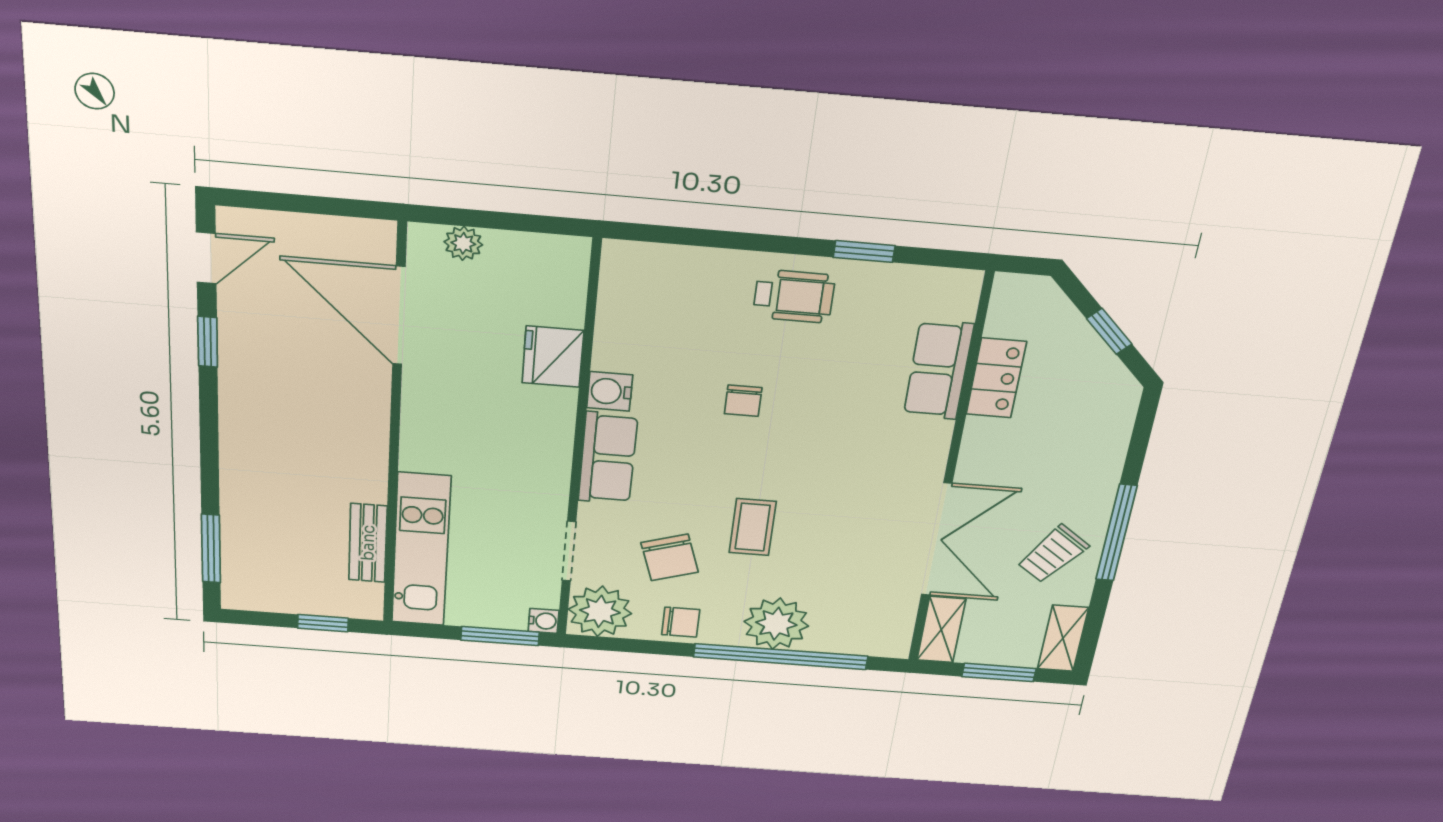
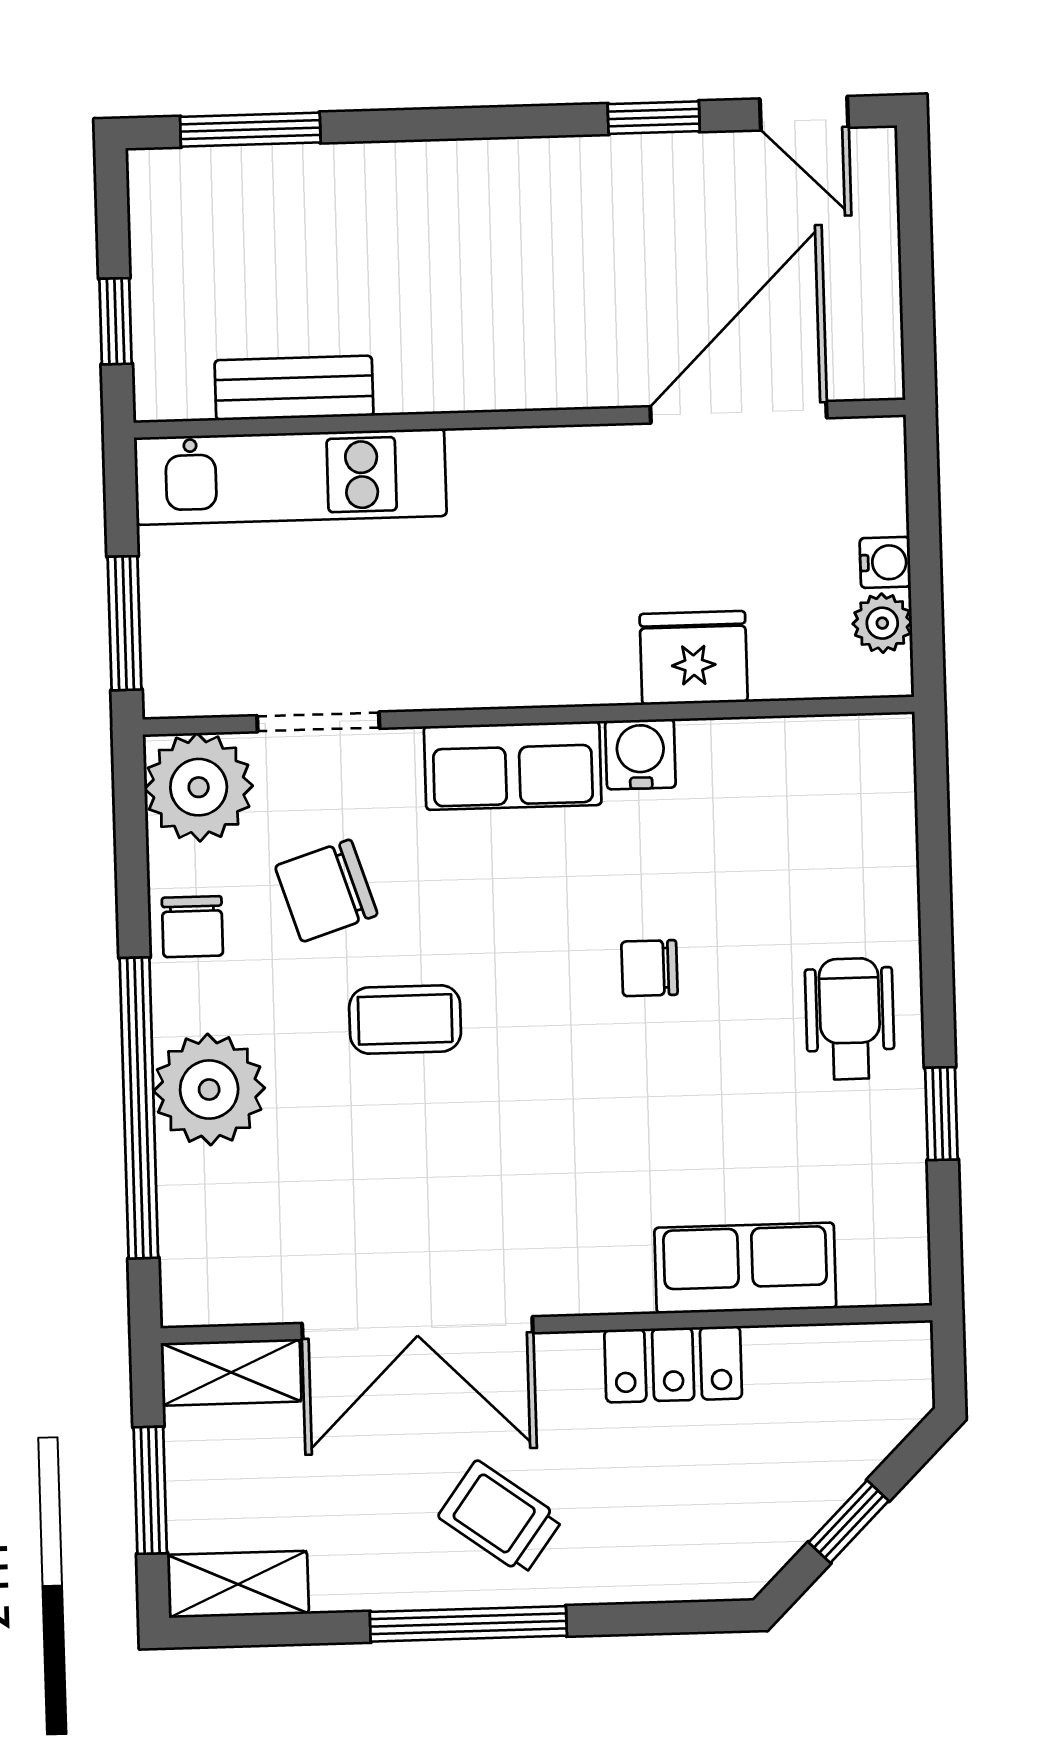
plant: (463, 243) -> (882, 623), moved
wheelchair: (794, 296) -> (850, 1019), turned 180
locker: (996, 378) -> (673, 1364), moved
trolley: (1053, 554) -> (500, 1518), moved
water cooler: (544, 621) -> (885, 562), moved, turned -90

